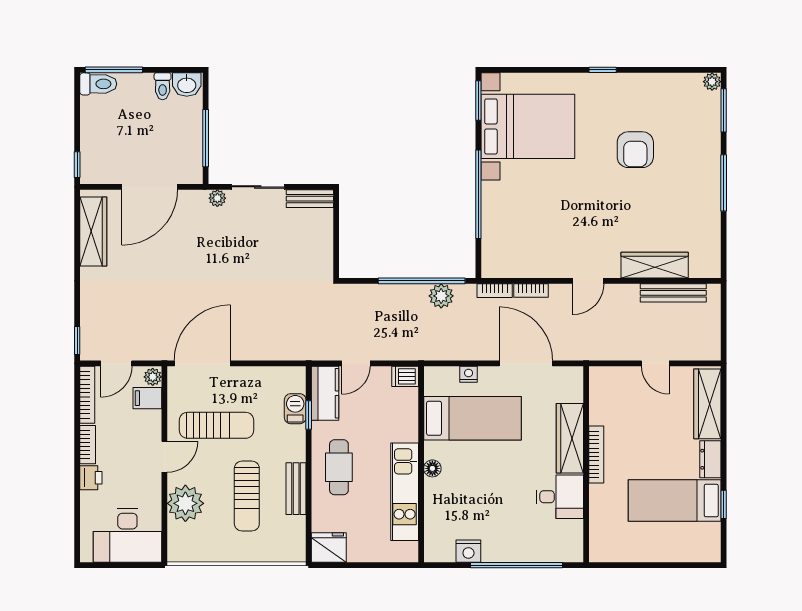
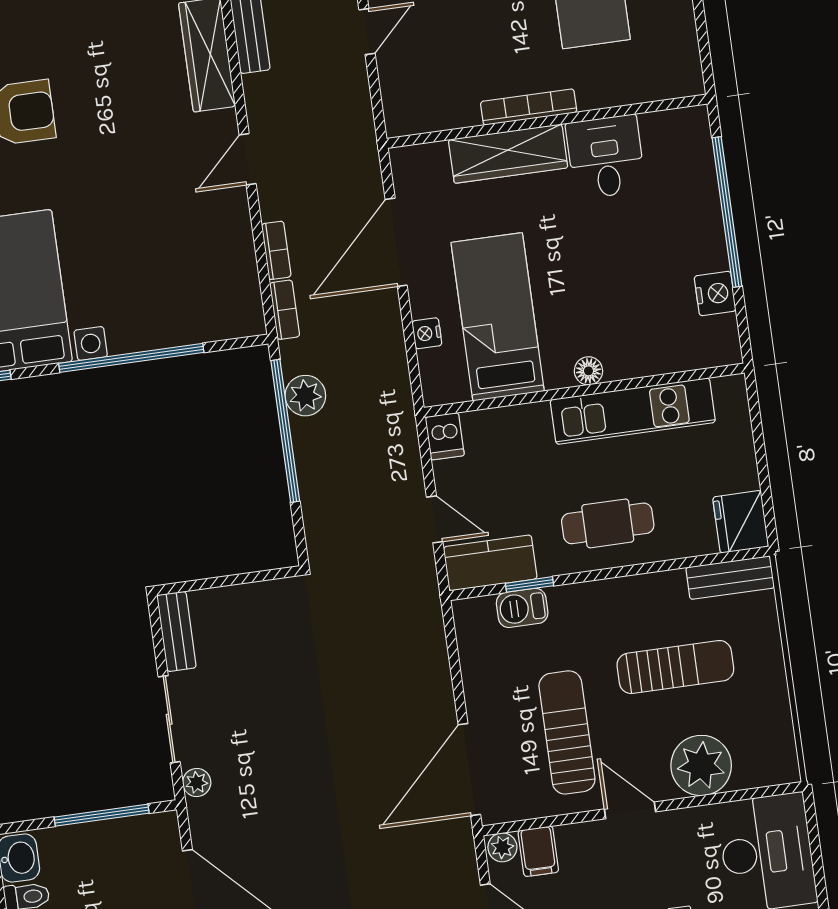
door: (588, 281) -> (248, 159), swing flipped
door: (202, 363) -> (469, 770), hinge flipped
bench: (296, 489) -> (730, 578), moved

